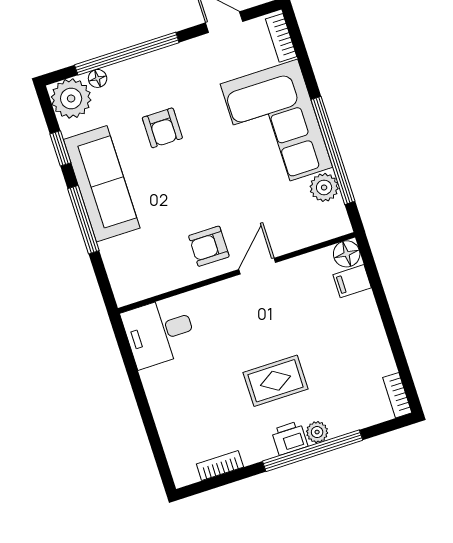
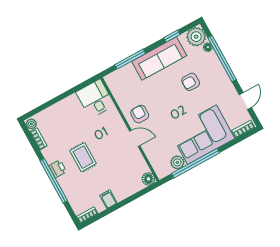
window: (83, 220) -> (130, 59), moved
filing cabinet: (352, 281) -> (108, 199), moved
plant: (317, 432) -> (31, 124), moved

